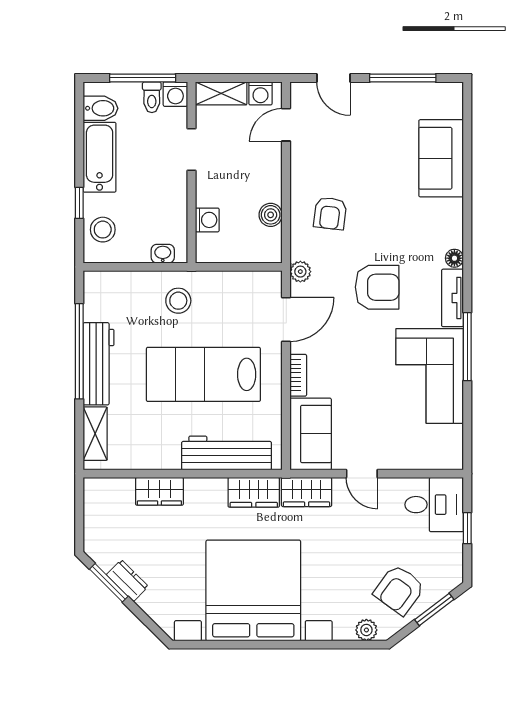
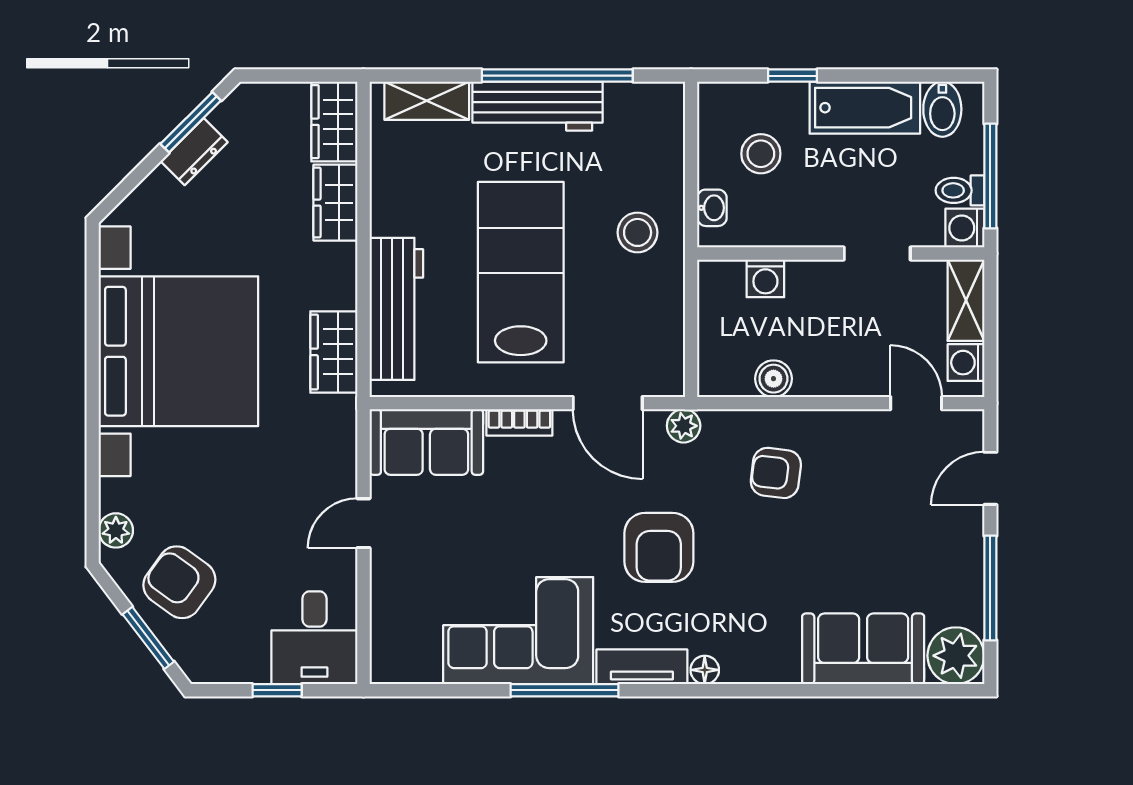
plant: (446, 100) -> (956, 656), added
stool: (103, 230) -> (761, 154), moved
wardrobe: (307, 492) -> (334, 122), moved

